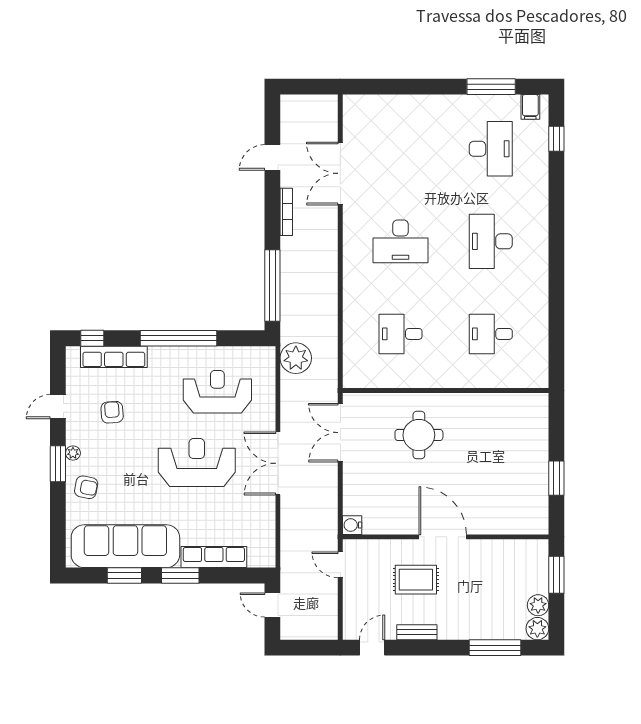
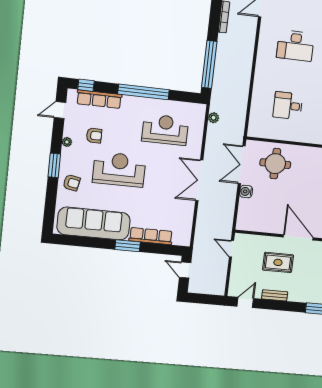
plant: (296, 358) -> (214, 118), width x0.53, depth x0.53
door: (58, 407) -> (60, 110), moved
armchair: (112, 412) -> (94, 136), turned 94
round table: (419, 435) -> (275, 164), moved
plant: (73, 453) -> (67, 142), moved
reception desk: (197, 463) -> (119, 169), moved
water cooler: (352, 525) -> (246, 192), moved
window: (124, 575) -> (91, 242), removed

